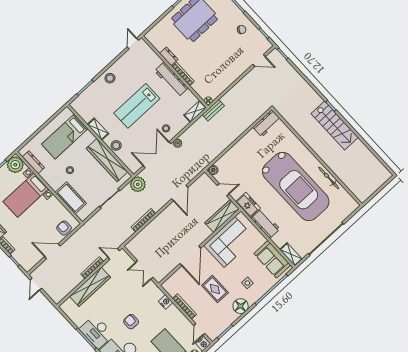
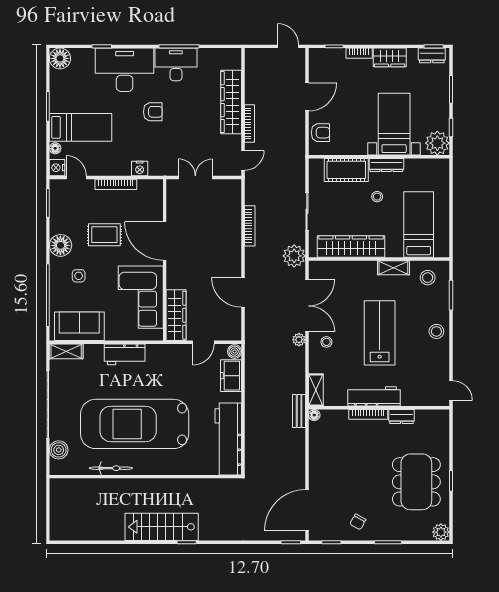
door: (259, 60) -> (307, 510), width x1.88
workbench: (267, 123) -> (228, 439), width x1.88, depth x1.32
stool: (116, 145) -> (428, 278), moved
dresser: (33, 162) -> (386, 165), moved
freezer: (248, 205) -> (231, 376), moved, turned 90
boiler: (344, 213) -> (59, 450), added

